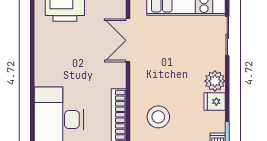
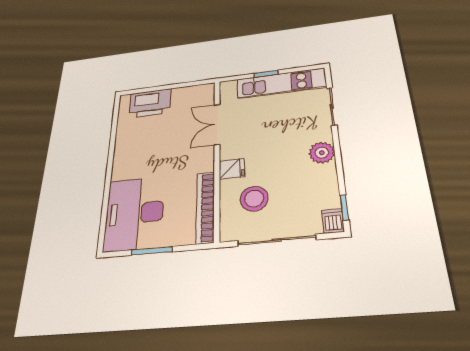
fridge: (215, 102) -> (232, 169), moved, turned 180

